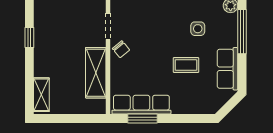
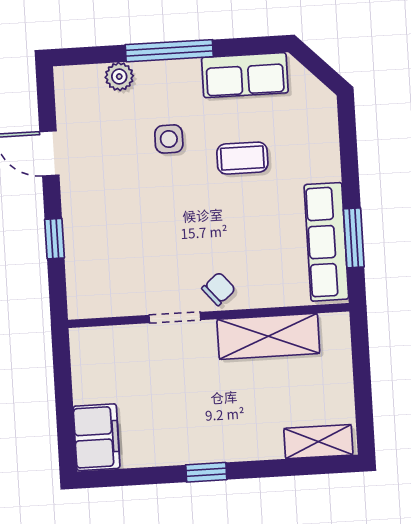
coffee table: (186, 65) -> (242, 158), turned 90

